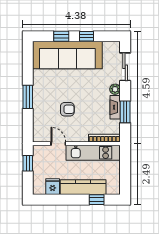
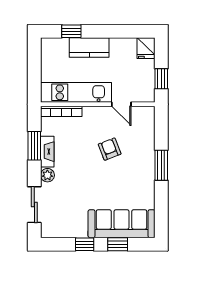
sofa: (67, 55) -> (121, 224), width x0.74, depth x0.79
armchair: (67, 109) -> (110, 149), turned 69
fridge: (53, 187) -> (146, 48), moved
kitchen counter: (83, 187) -> (89, 47), width x0.67

